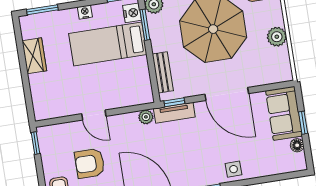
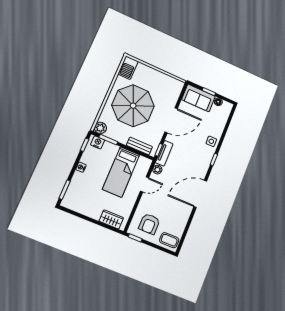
plant: (277, 37) -> (157, 76), removed
bed: (108, 44) -> (121, 172), moved
wardrobe: (34, 56) -> (111, 219), moved
door: (94, 115) -> (145, 184), moved
armchair: (90, 163) -> (149, 224), moved

